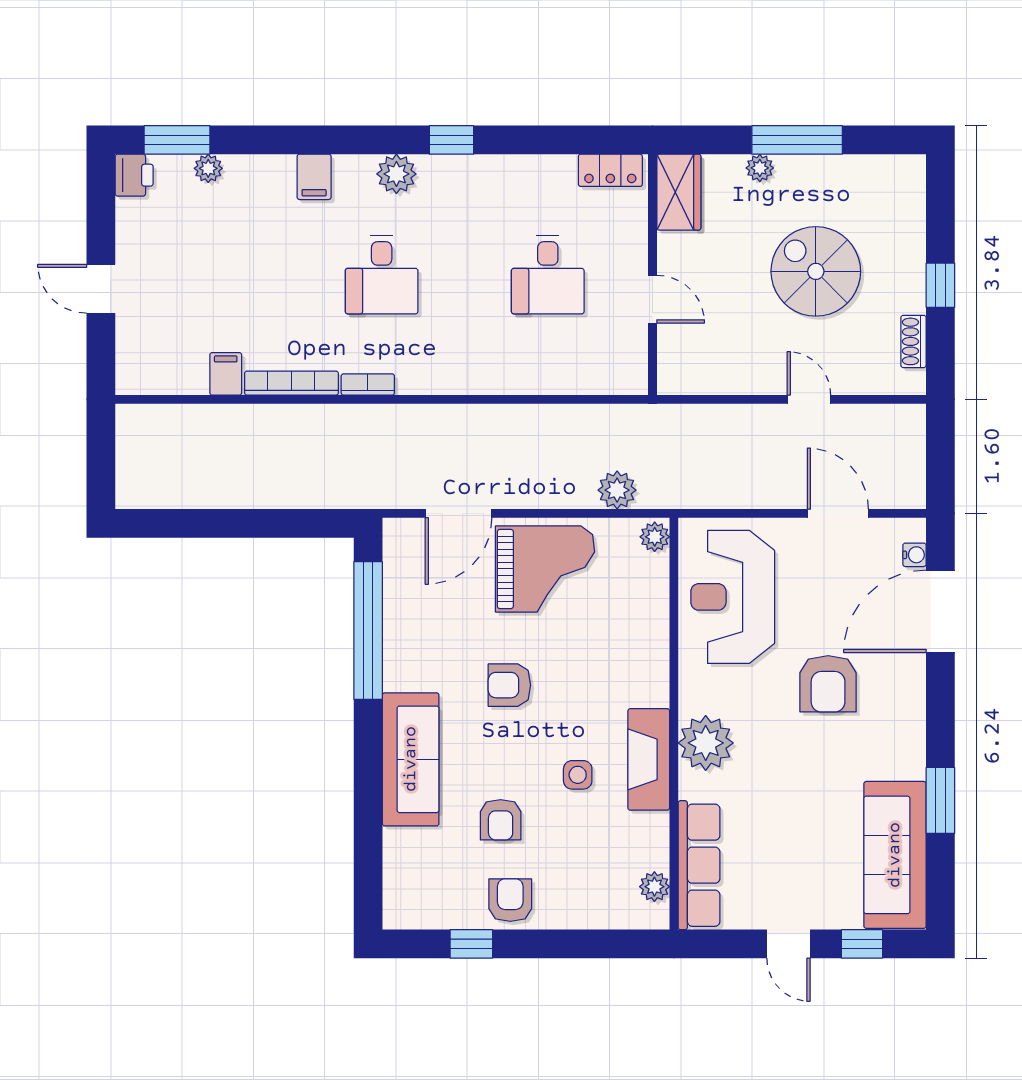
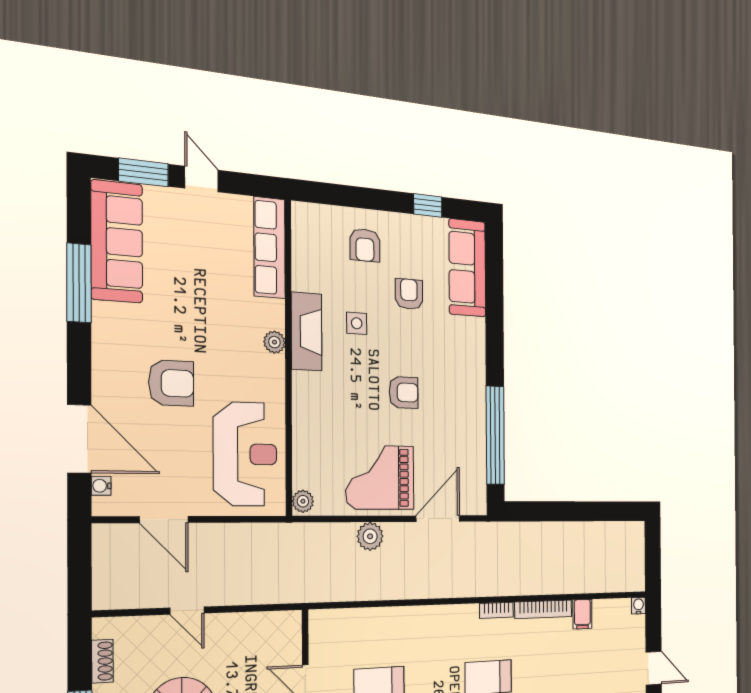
water cooler: (127, 383) -> (639, 606), added
plant: (617, 490) -> (370, 536), moved
door: (940, 611) -> (79, 439), hinge flipped
armchair: (828, 684) -> (171, 383), turned 90
plant: (706, 743) -> (274, 342), width x0.53, depth x0.53
sofa: (411, 759) -> (467, 268), moved
window: (940, 800) -> (79, 283), width x1.44
plant: (654, 887) -> (302, 234), removed
armchair: (510, 900) -> (365, 245), moved
window: (862, 944) -> (143, 172), width x1.50

